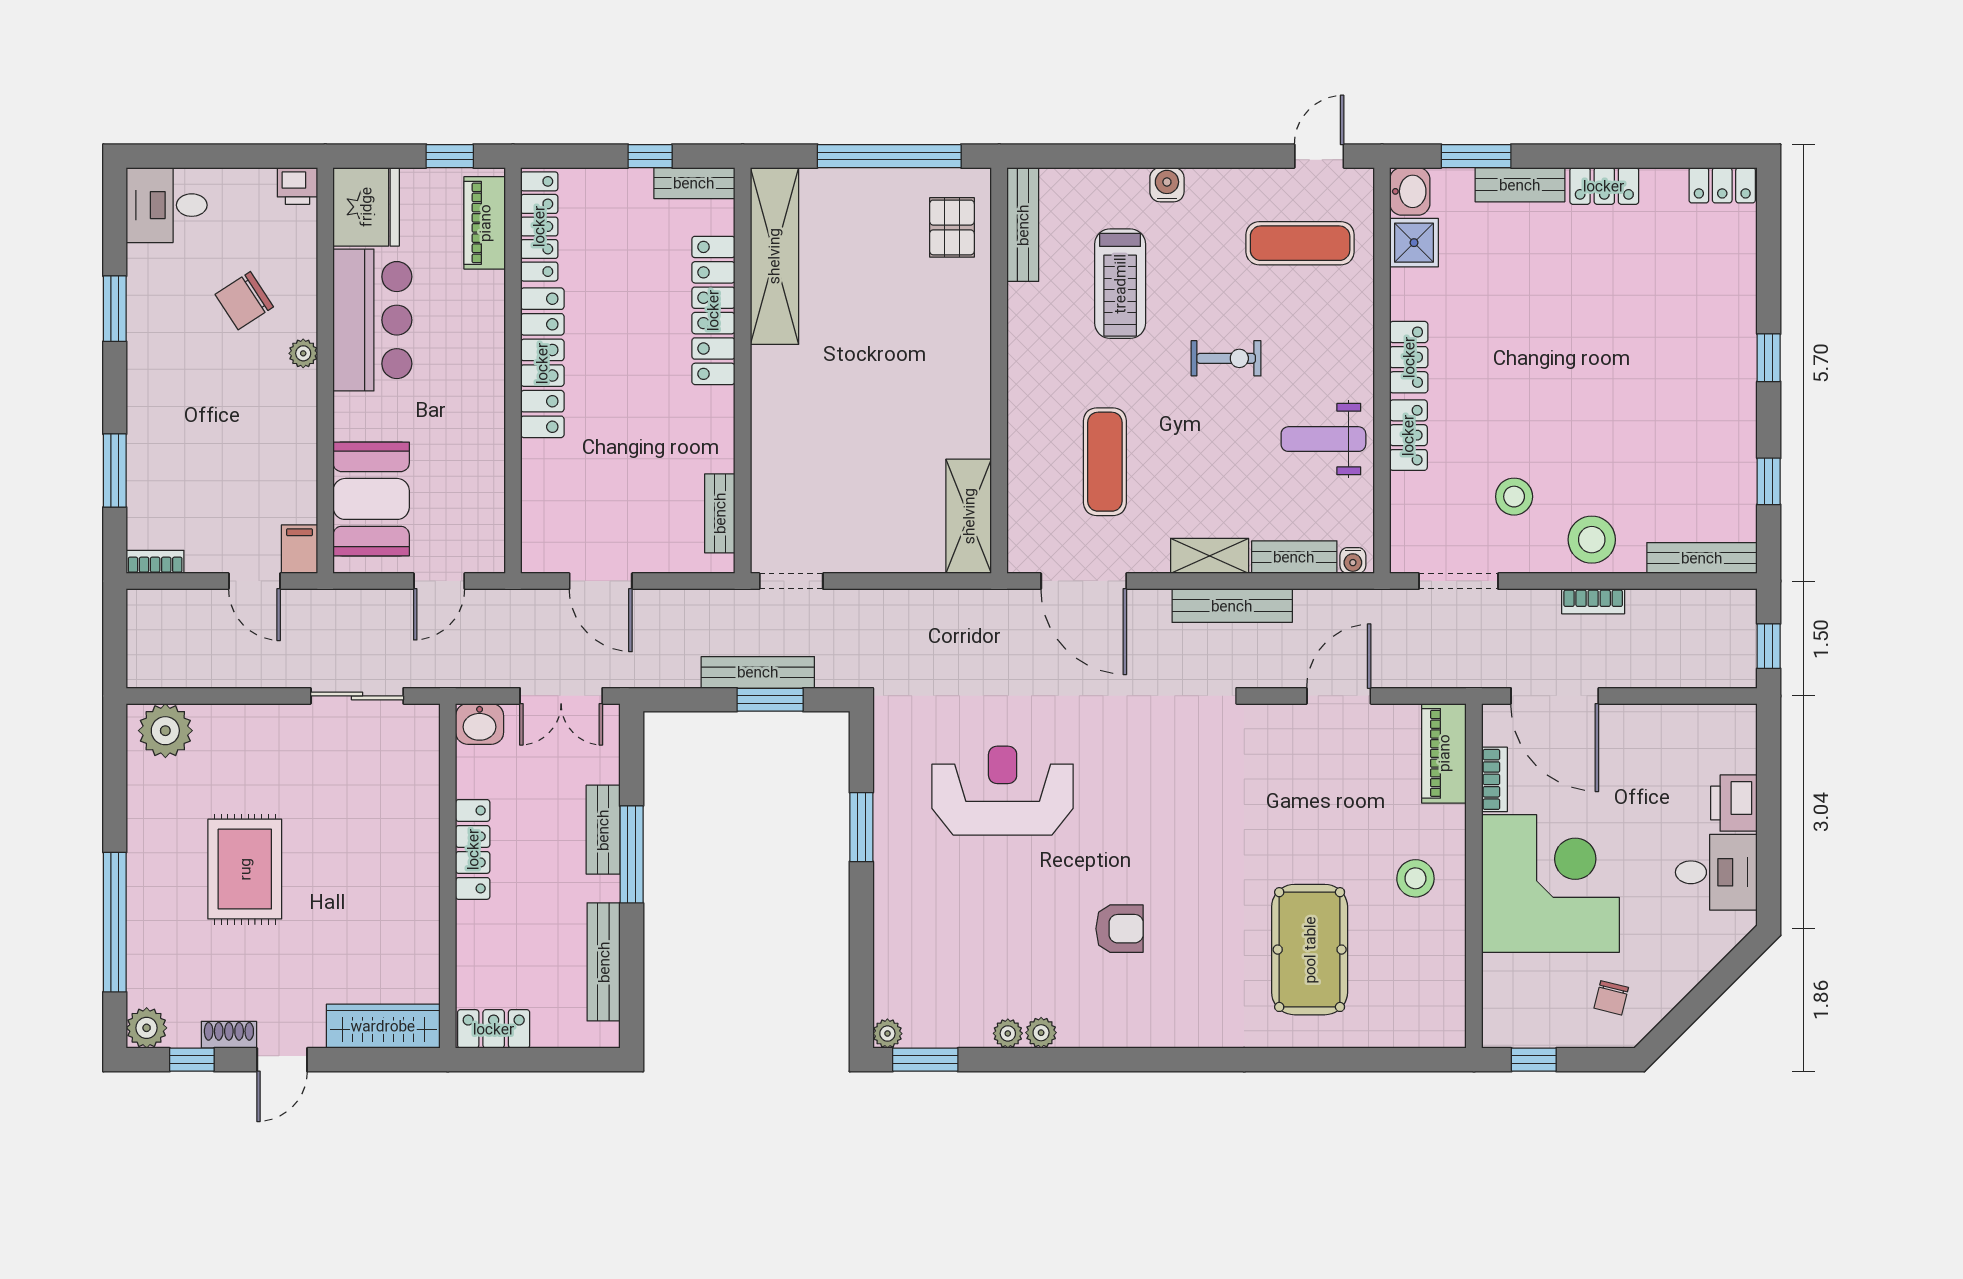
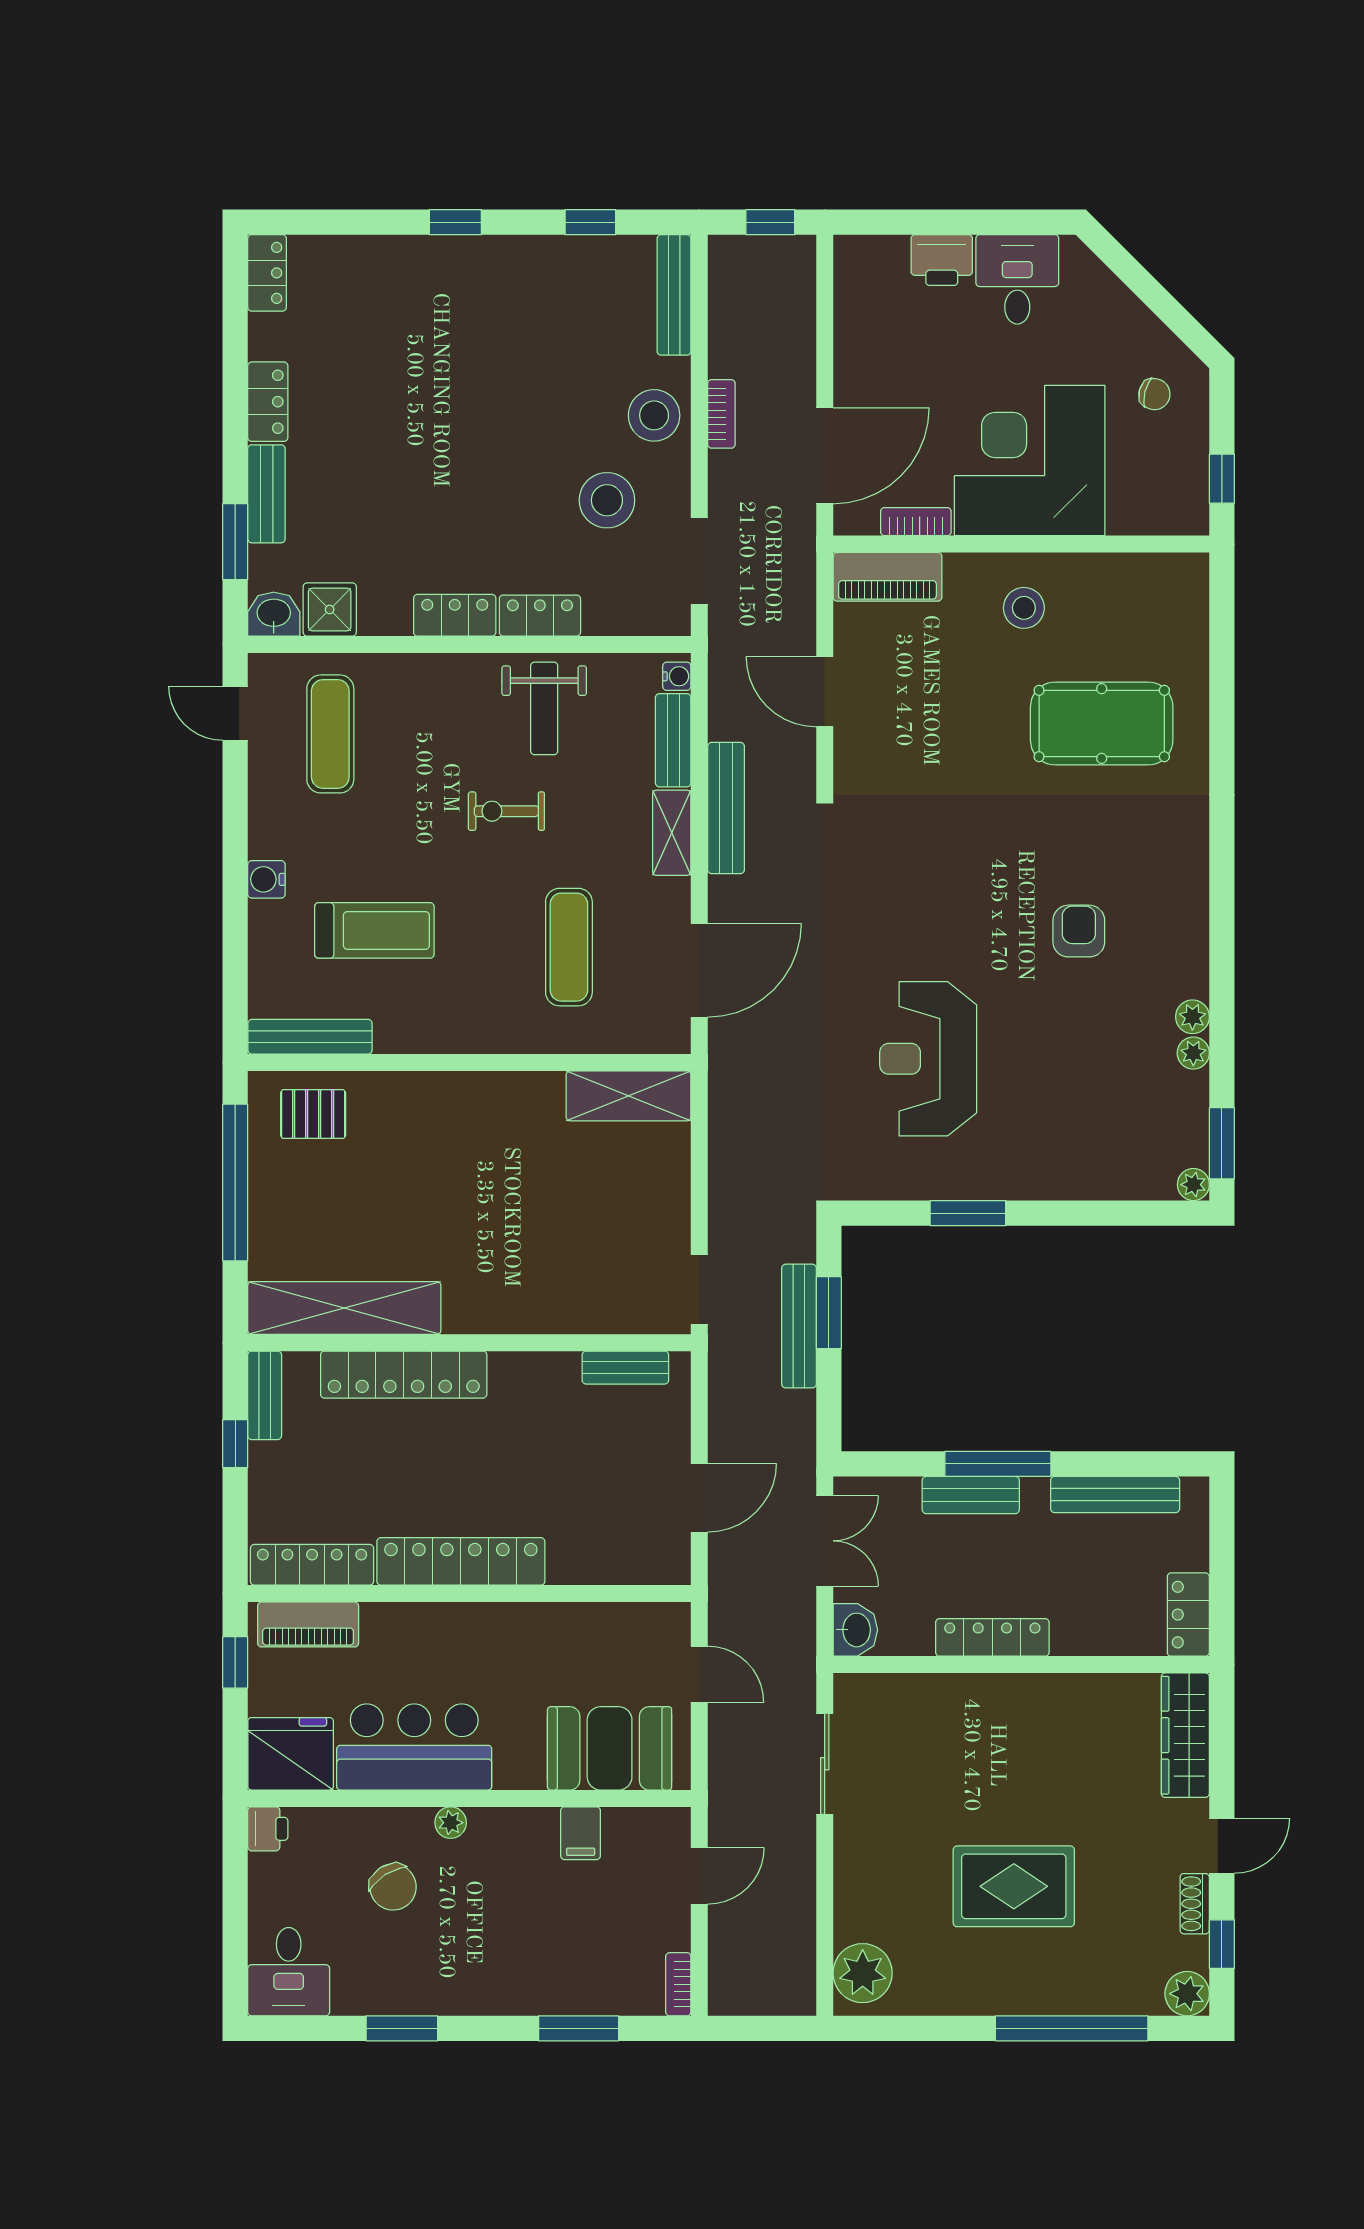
exercise bike: (1226, 358) -> (506, 811), moved, turned -90
exercise mat: (1105, 462) -> (569, 947), turned 90
stool: (1514, 497) -> (607, 500), width x1.38, depth x1.38
filing cabinet: (299, 549) -> (581, 1833), moved, turned -90
door: (282, 1060) -> (1222, 1846), hinge flipped

